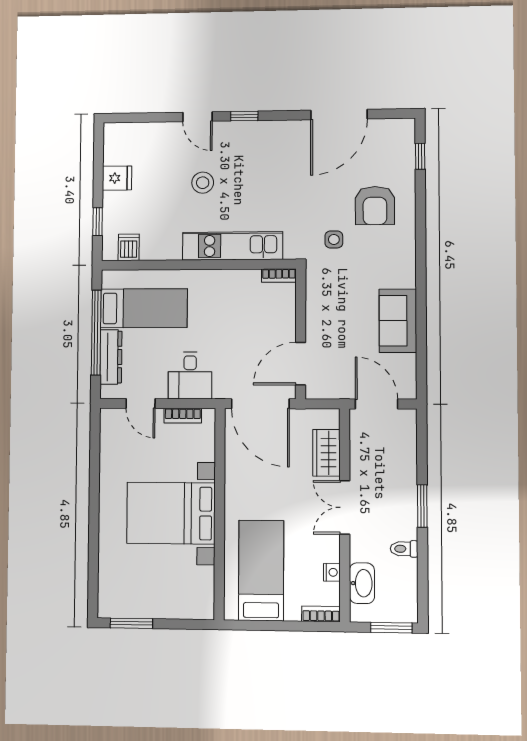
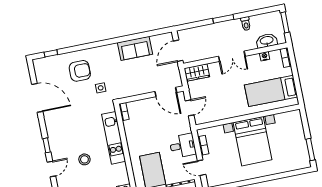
door: (141, 403) -> (202, 168), swing flipped
door: (260, 404) -> (190, 108), width x0.53
wardrobe: (326, 453) -> (197, 73), moved

